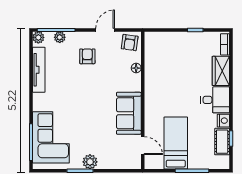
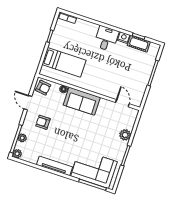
tv unit: (39, 70) -> (55, 166), moved
wardrobe: (221, 71) -> (86, 27), removed
sofa: (129, 113) -> (82, 101), moved
bed: (176, 143) -> (64, 62), moved, turned 180
door: (143, 146) -> (122, 103), hinge flipped
plant: (90, 162) -> (125, 135), moved

